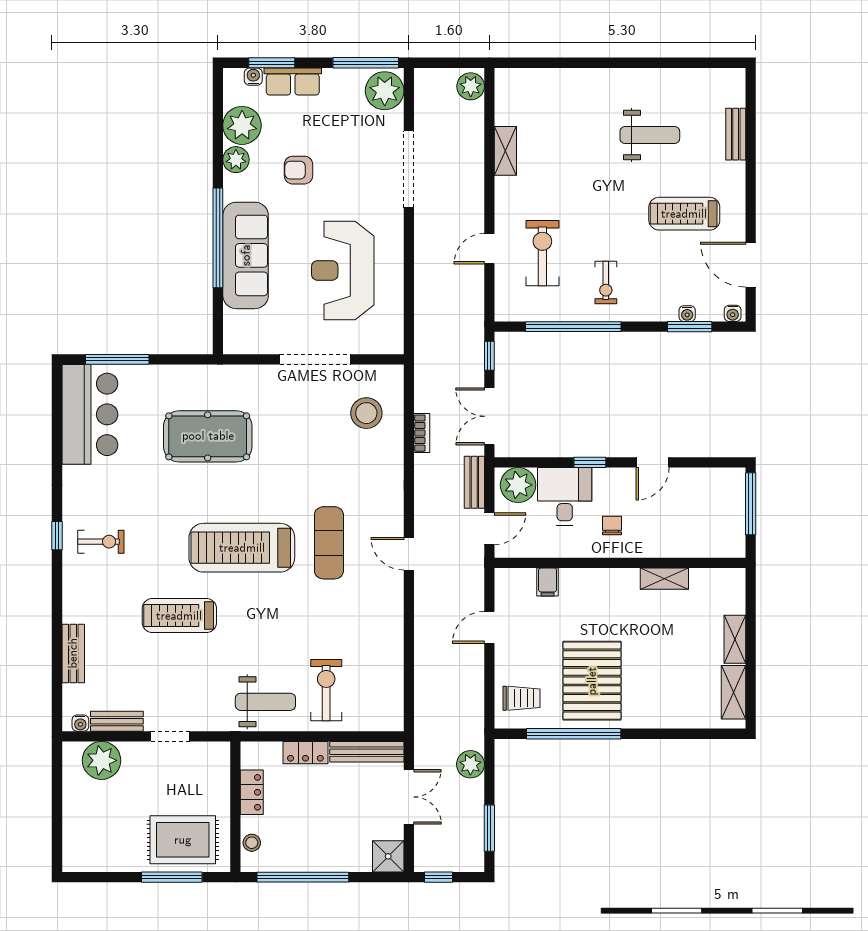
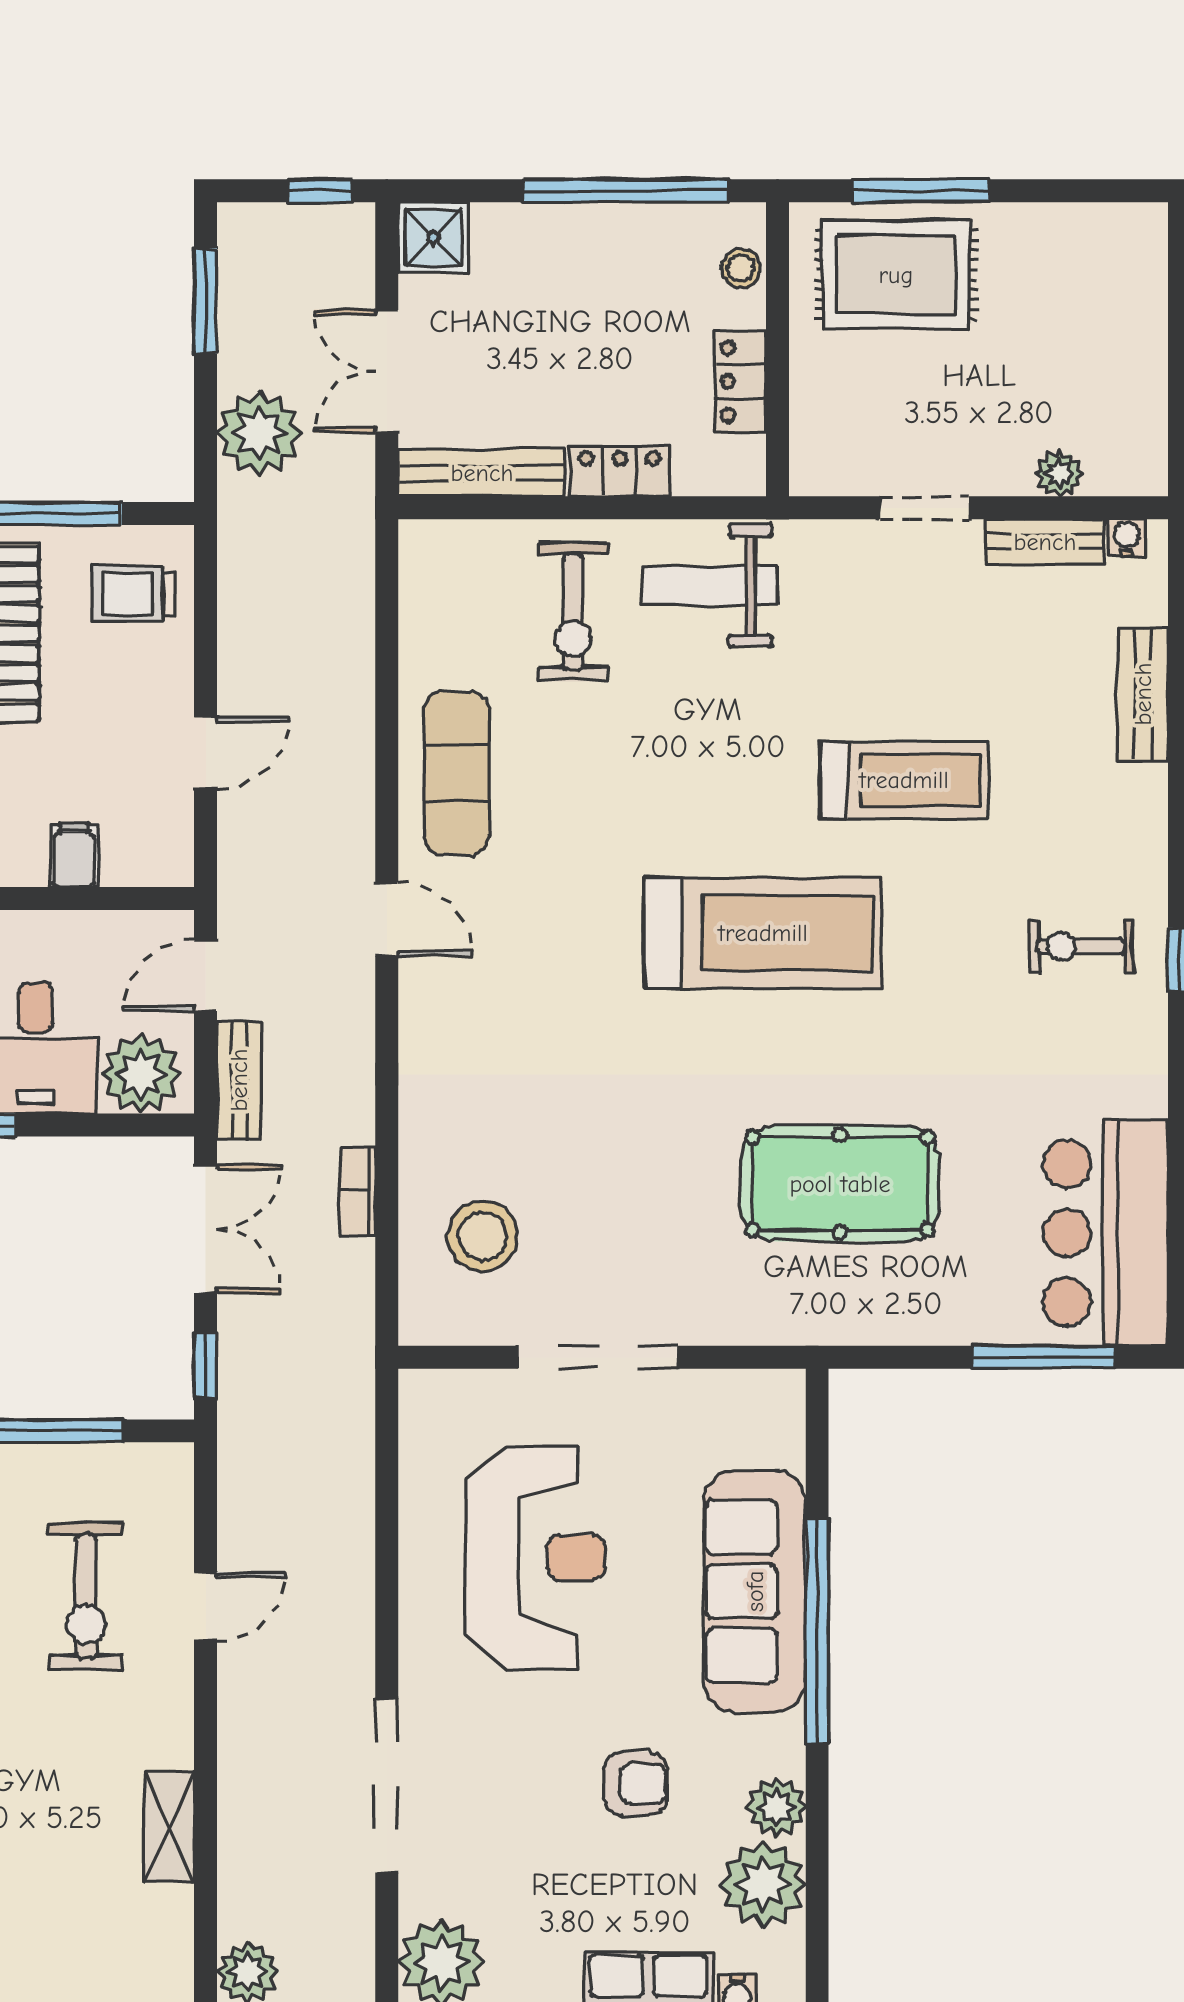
exercise mat: (329, 543) -> (457, 773), moved
plant: (102, 760) -> (1059, 474), width x0.53, depth x0.53
plant: (470, 764) -> (259, 433), width x1.36, depth x1.36

